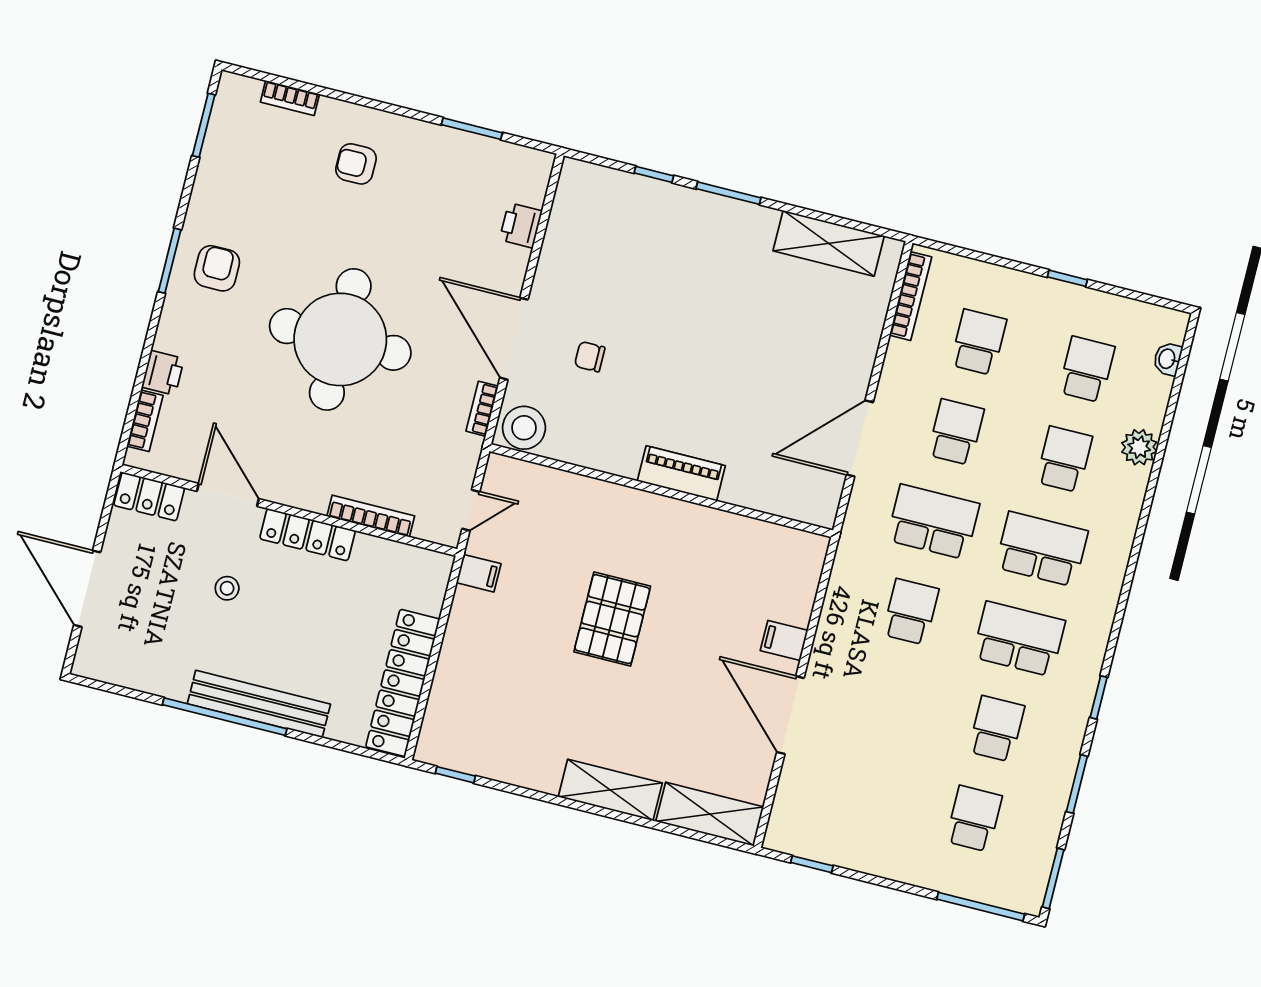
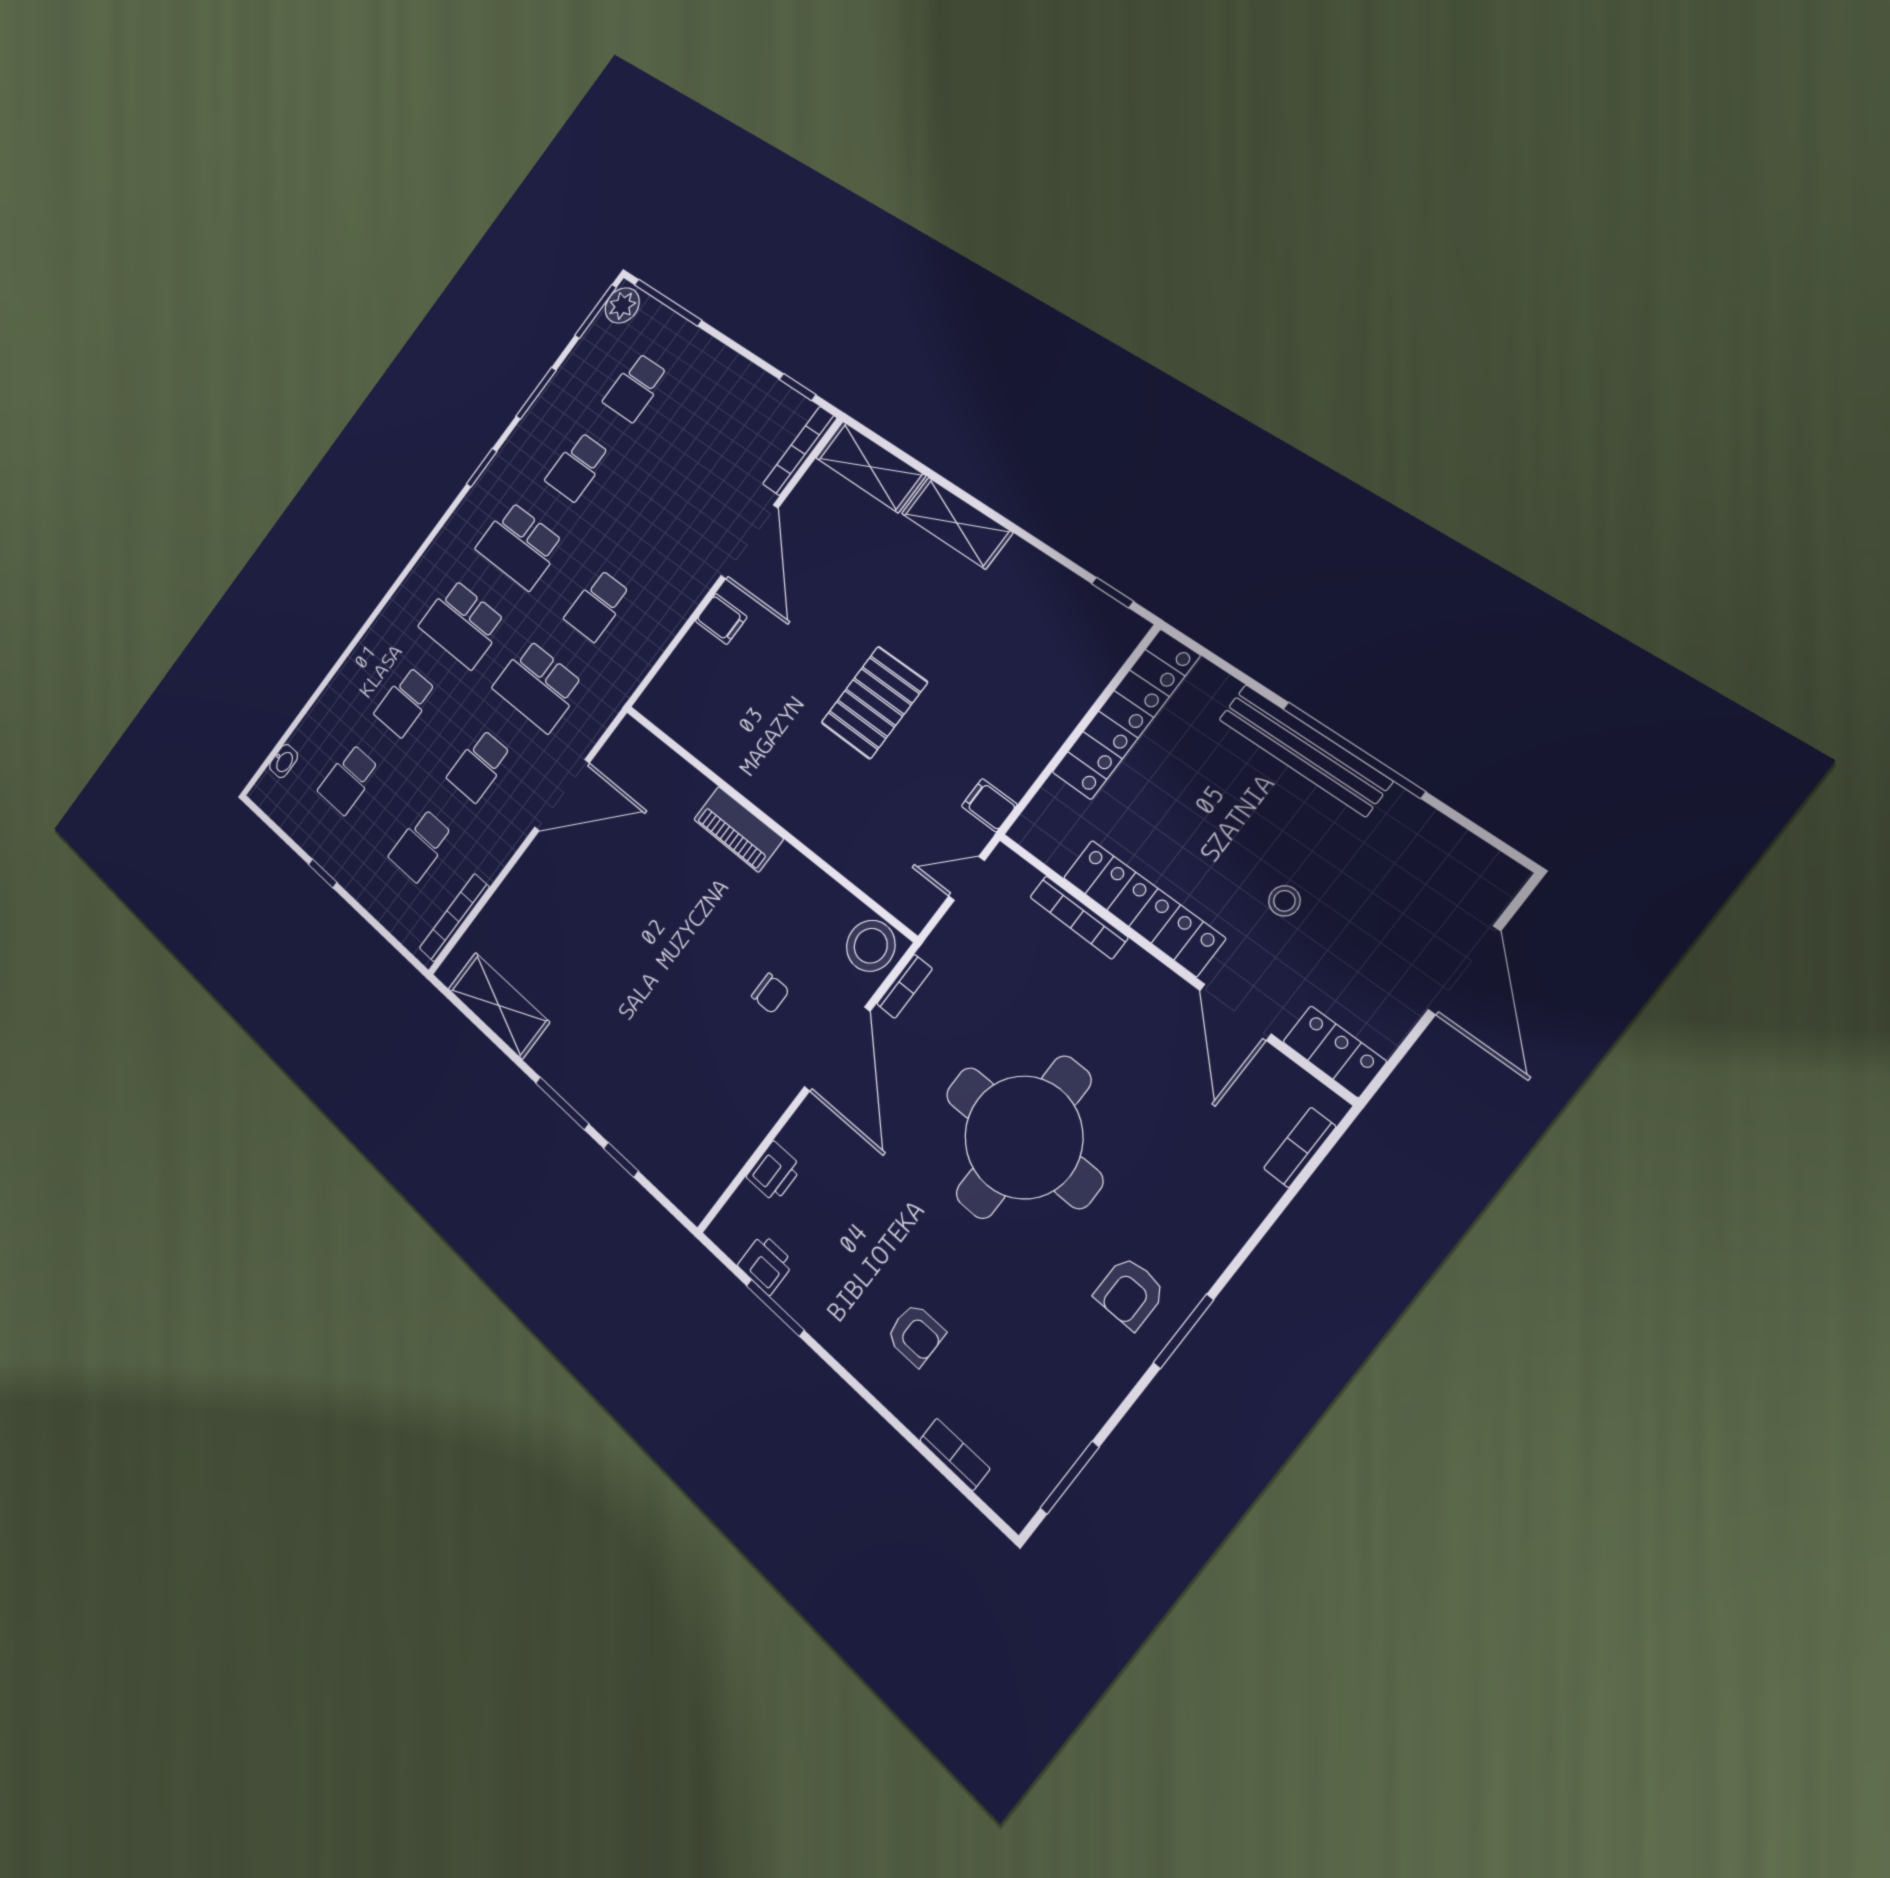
printer: (163, 373) -> (766, 1264), moved, turned 90
plant: (1139, 447) -> (622, 305), moved
locker: (308, 535) -> (1143, 908), width x1.41, depth x1.21
bookcase: (782, 808) -> (800, 451), added

